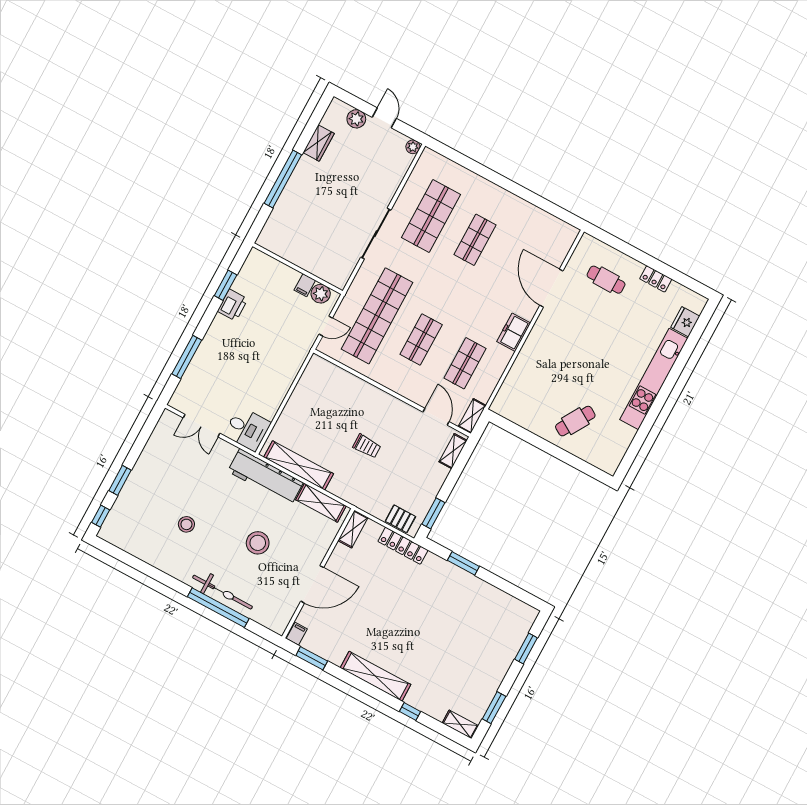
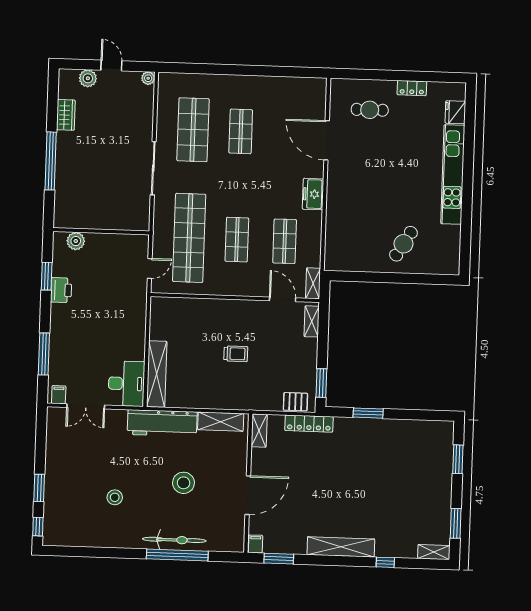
filing cabinet: (305, 285) -> (59, 395), moved, turned 180
plant: (321, 294) -> (76, 241), moved
desk: (247, 429) -> (126, 384), width x1.37
shelving: (299, 465) -> (157, 374), moved, turned 90

